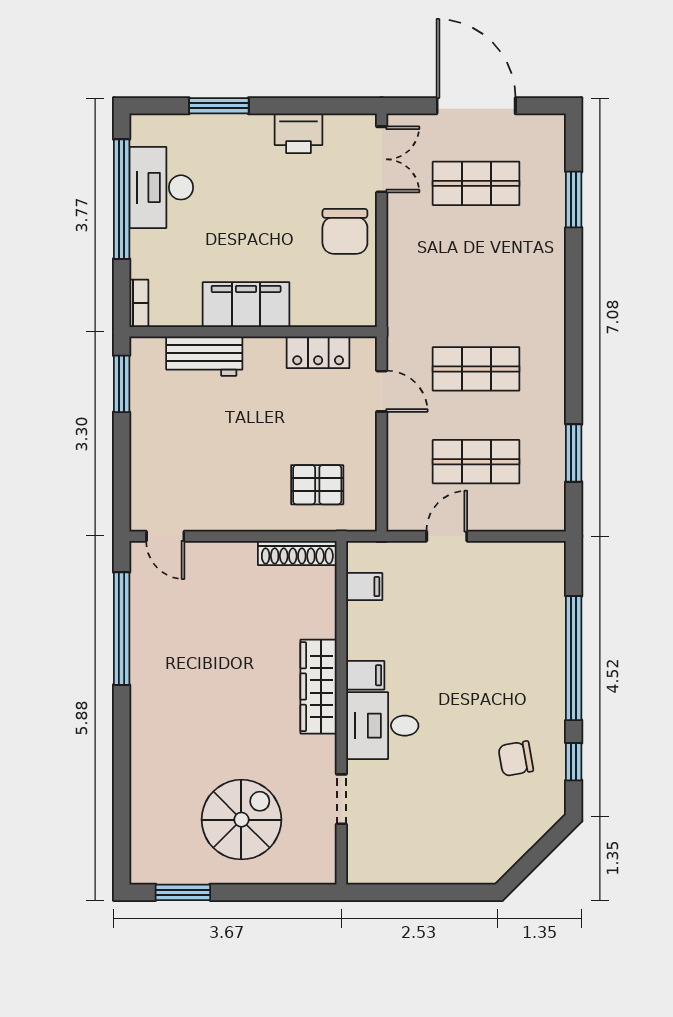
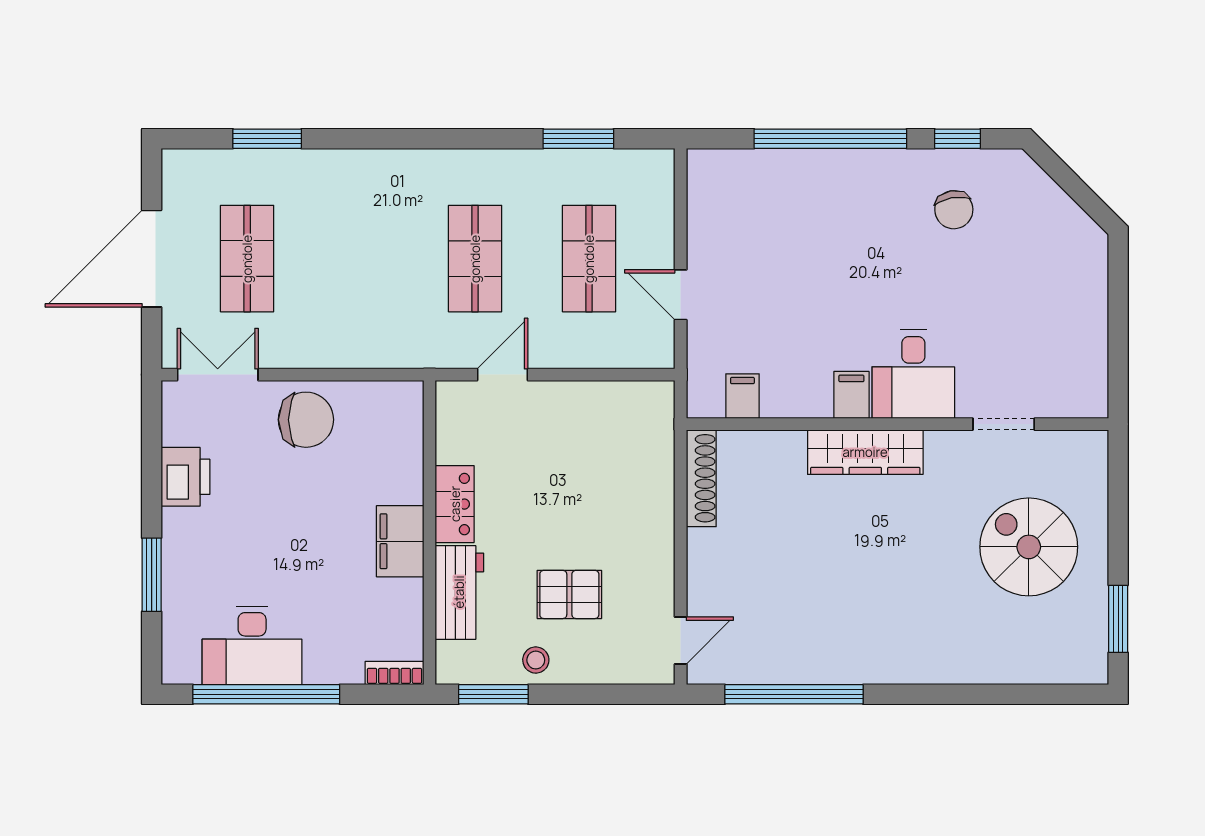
filing cabinet: (246, 305) -> (400, 541), width x0.67, depth x0.86
locker: (318, 352) -> (455, 504), moved
stool: (149, 418) -> (536, 660), added
pallet: (317, 485) -> (569, 594), moved, turned 90

